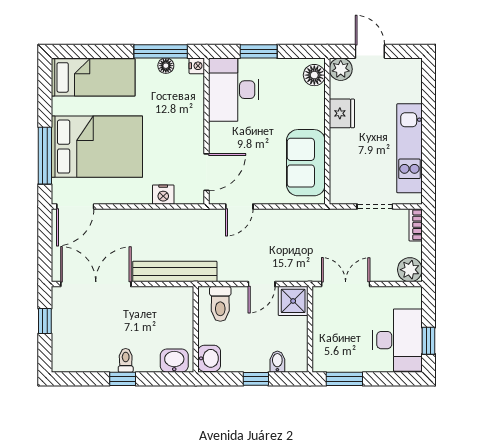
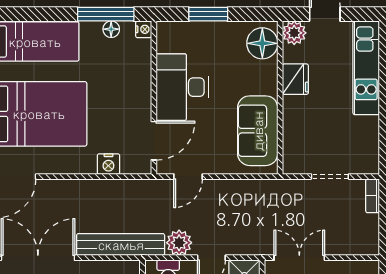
floor lamp: (314, 75) -> (262, 43), width x1.38, depth x1.38
desk: (234, 90) -> (182, 87), moved
kitchen unit: (409, 148) -> (366, 68), moved
plant: (410, 270) -> (179, 243), moved

